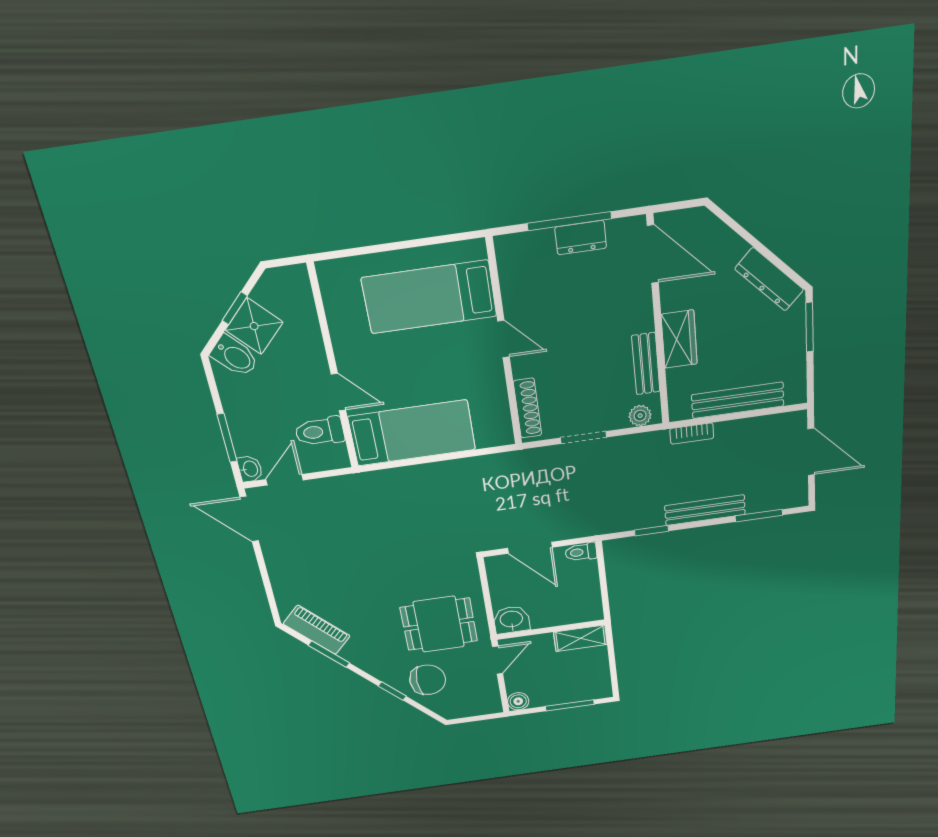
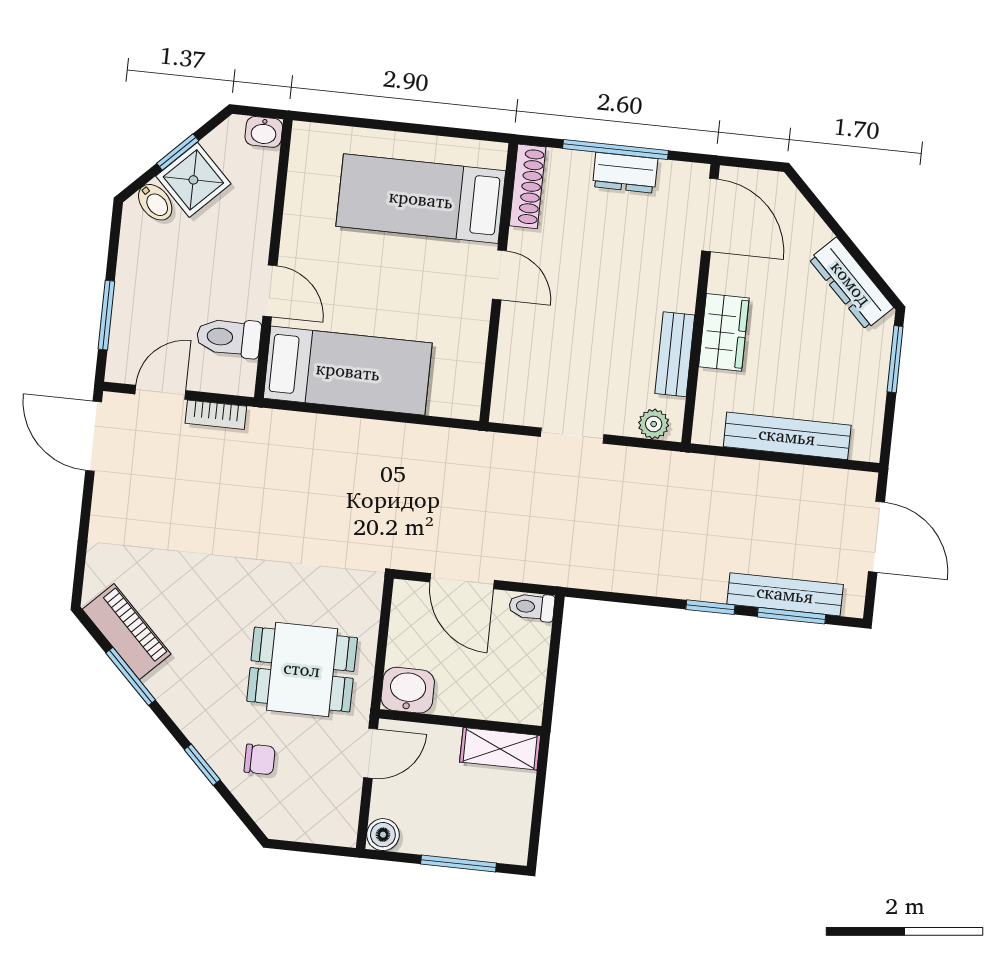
bidet: (235, 356) -> (155, 202), width x0.72, depth x0.74
shoe rack: (527, 408) -> (528, 186), moved
bookcase: (692, 434) -> (216, 415), moved
washbasin: (250, 469) -> (264, 132), moved, turned 90
bench: (705, 510) -> (785, 594), moved
window: (651, 531) -> (710, 607), moved
chair: (428, 680) -> (260, 759), width x0.54, depth x0.54

